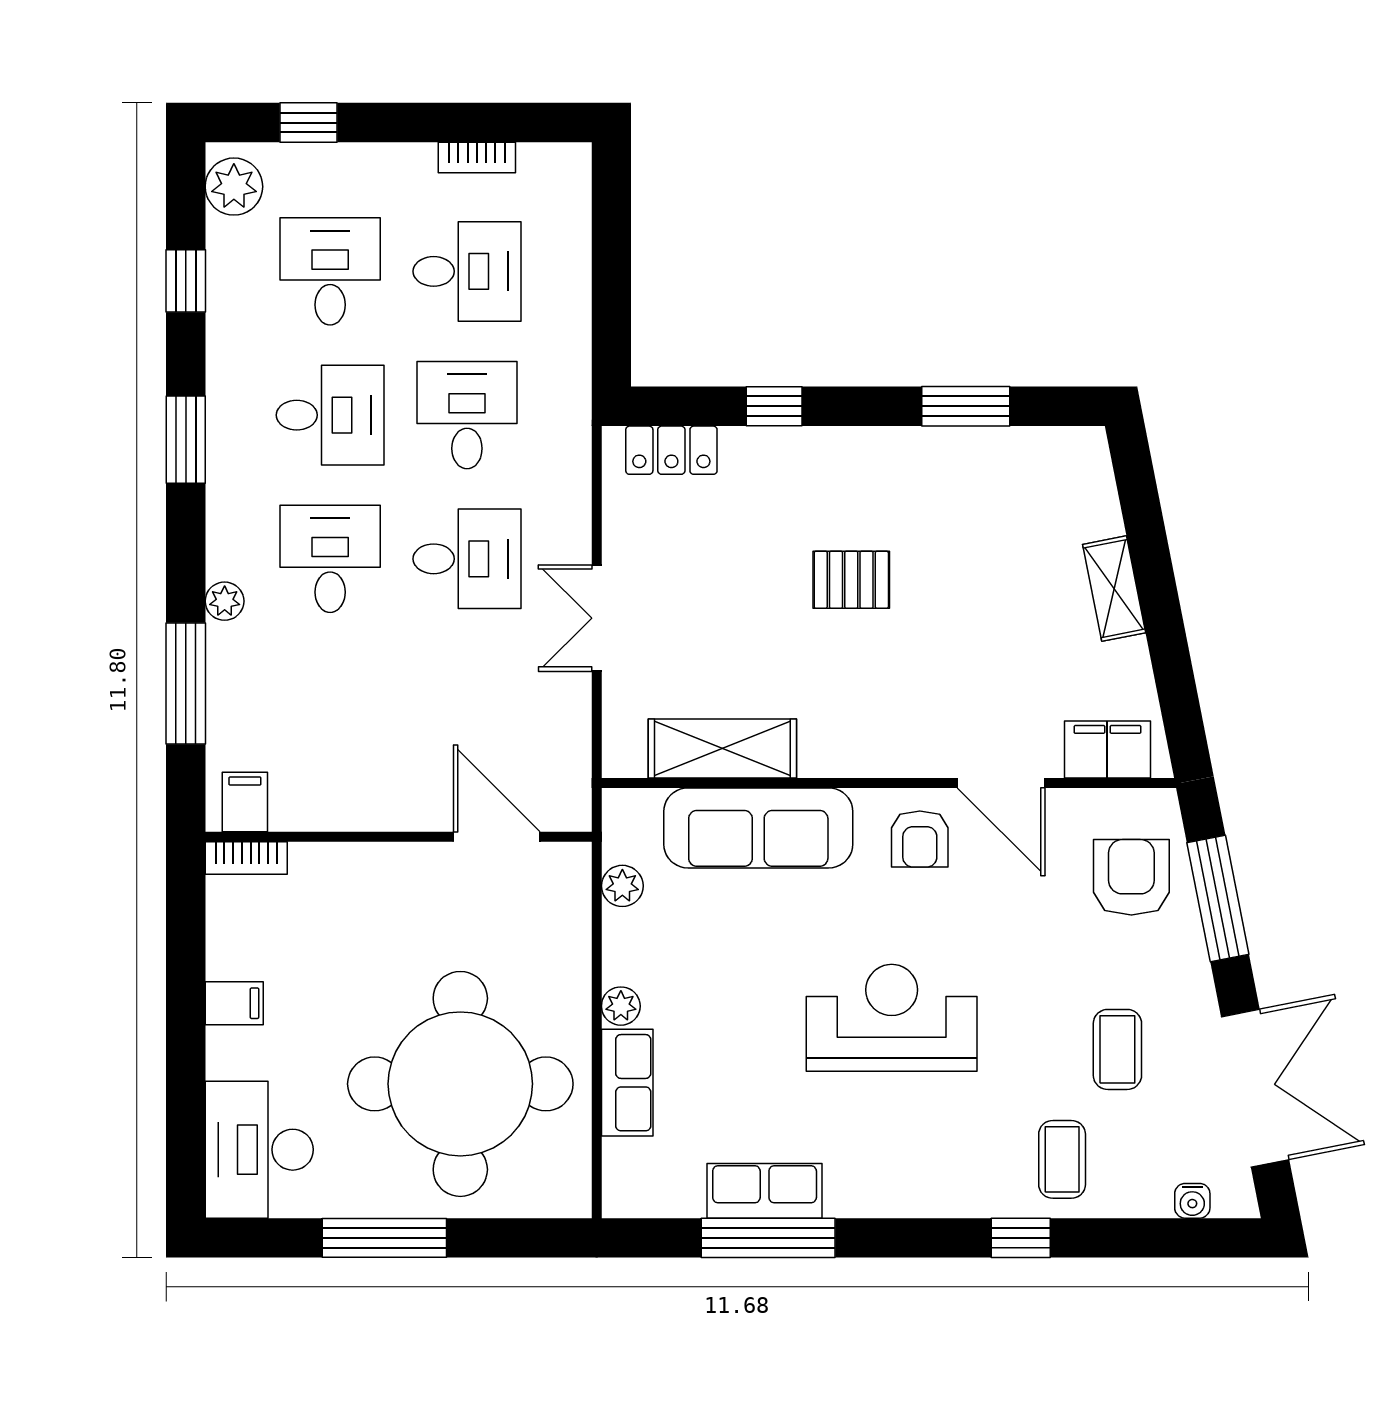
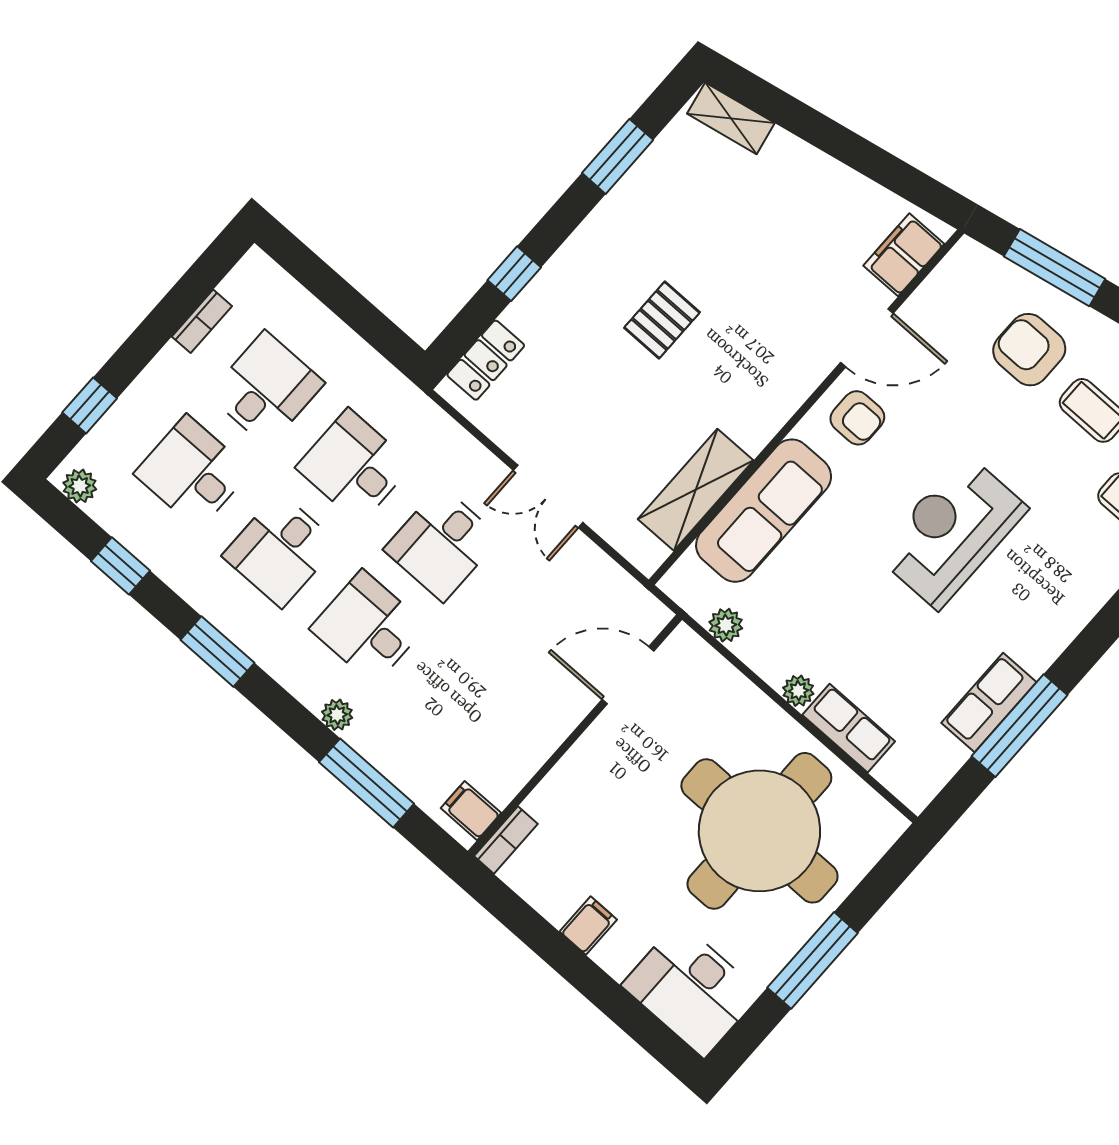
plant: (234, 187) -> (80, 486), width x0.73, depth x0.73
desk: (330, 415) -> (280, 550), turned 180
desk: (467, 559) -> (442, 544), turned 180
shelving: (1114, 589) -> (731, 118), moved
armchair: (1131, 877) -> (1029, 350), moved

